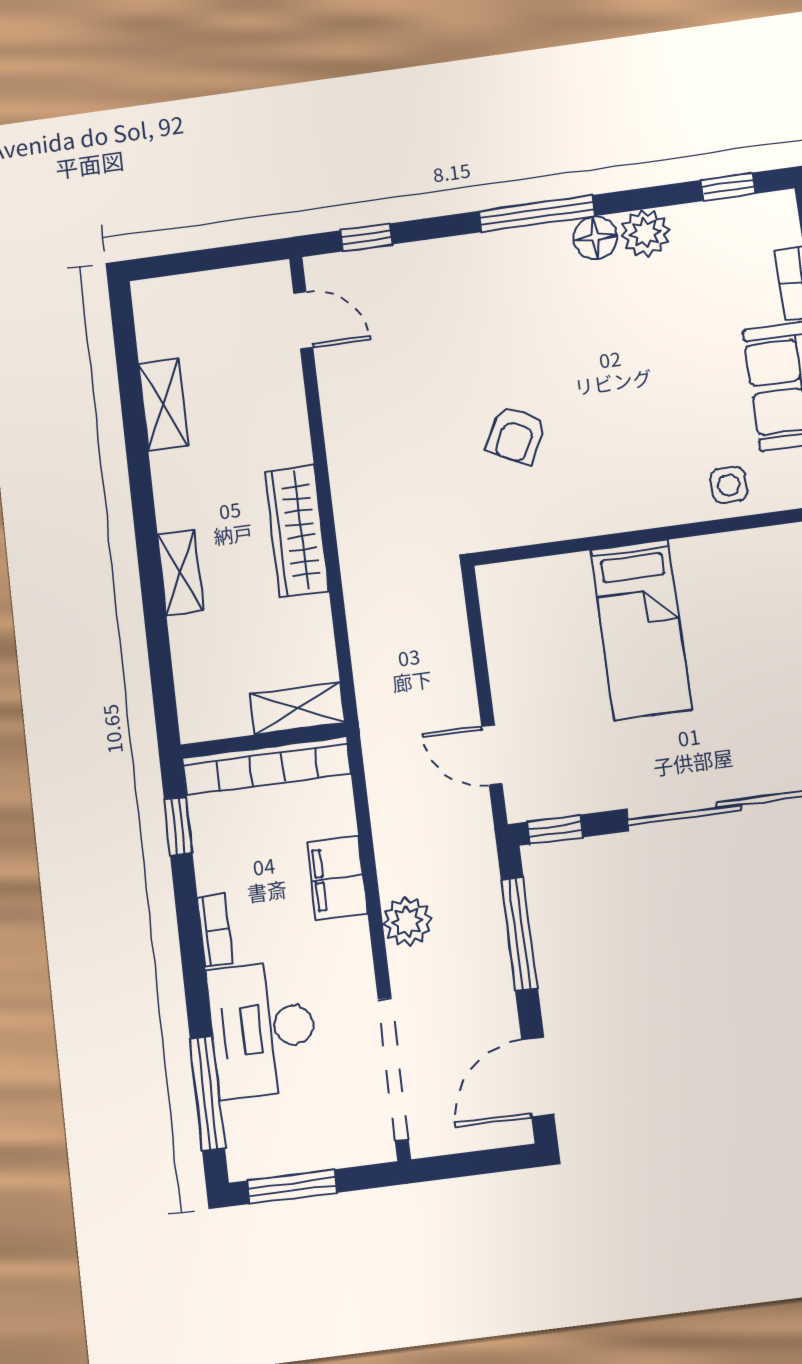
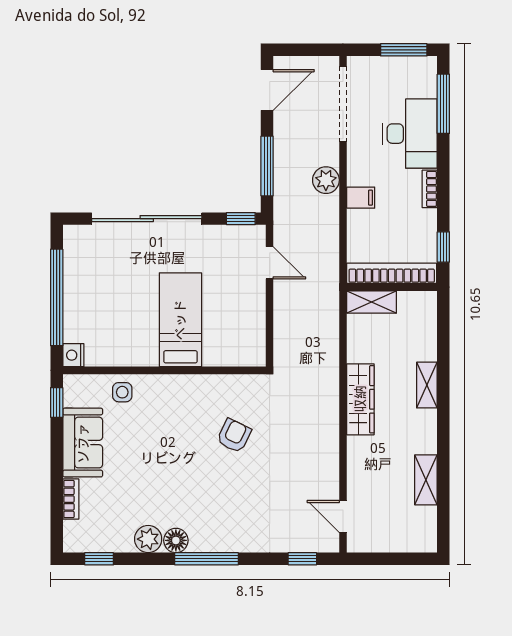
filing cabinet: (337, 878) -> (361, 198), width x0.50

